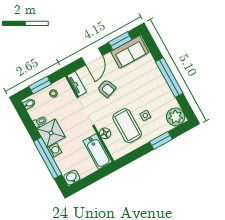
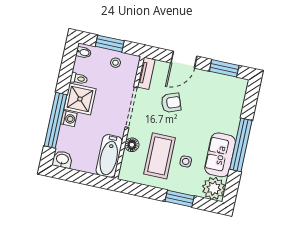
sofa: (130, 52) -> (220, 155), moved, turned 90
armchair: (107, 88) -> (171, 103), turned -91

